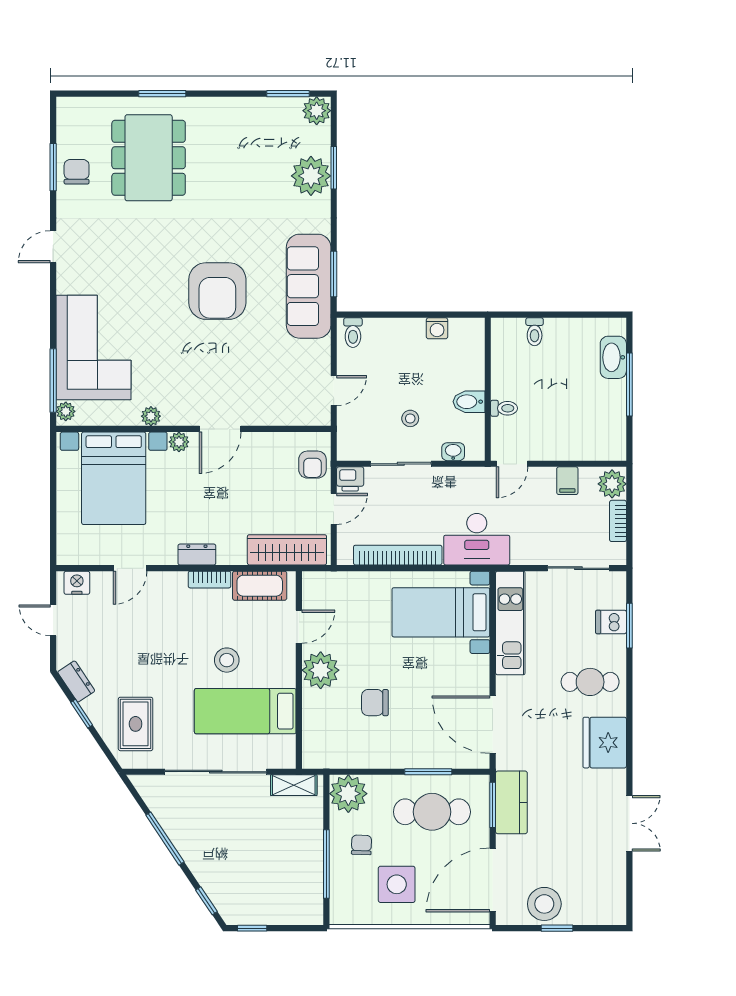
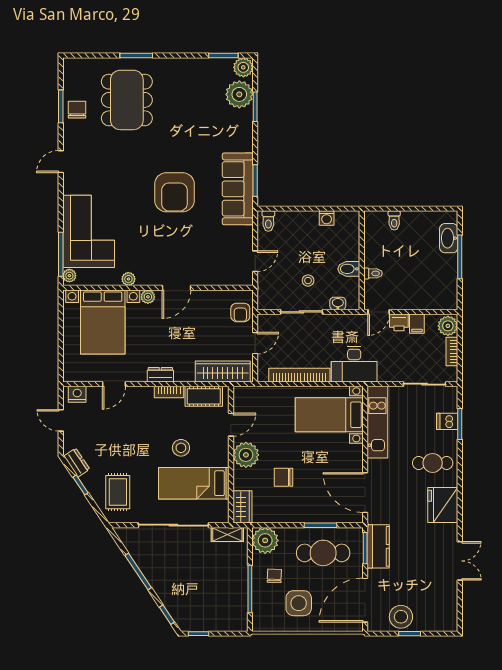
plant: (311, 176) -> (239, 94), moved
printer: (350, 479) -> (399, 322), moved
wardrobe: (316, 745) -> (242, 507), added

